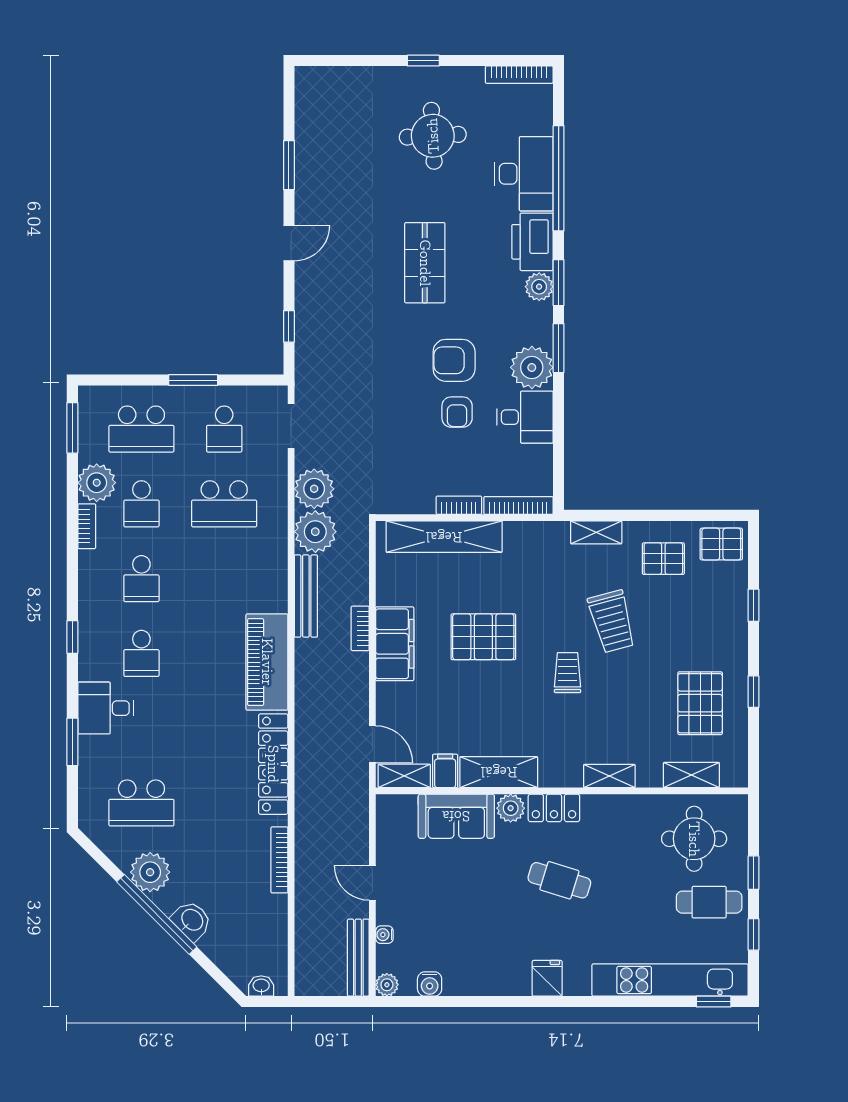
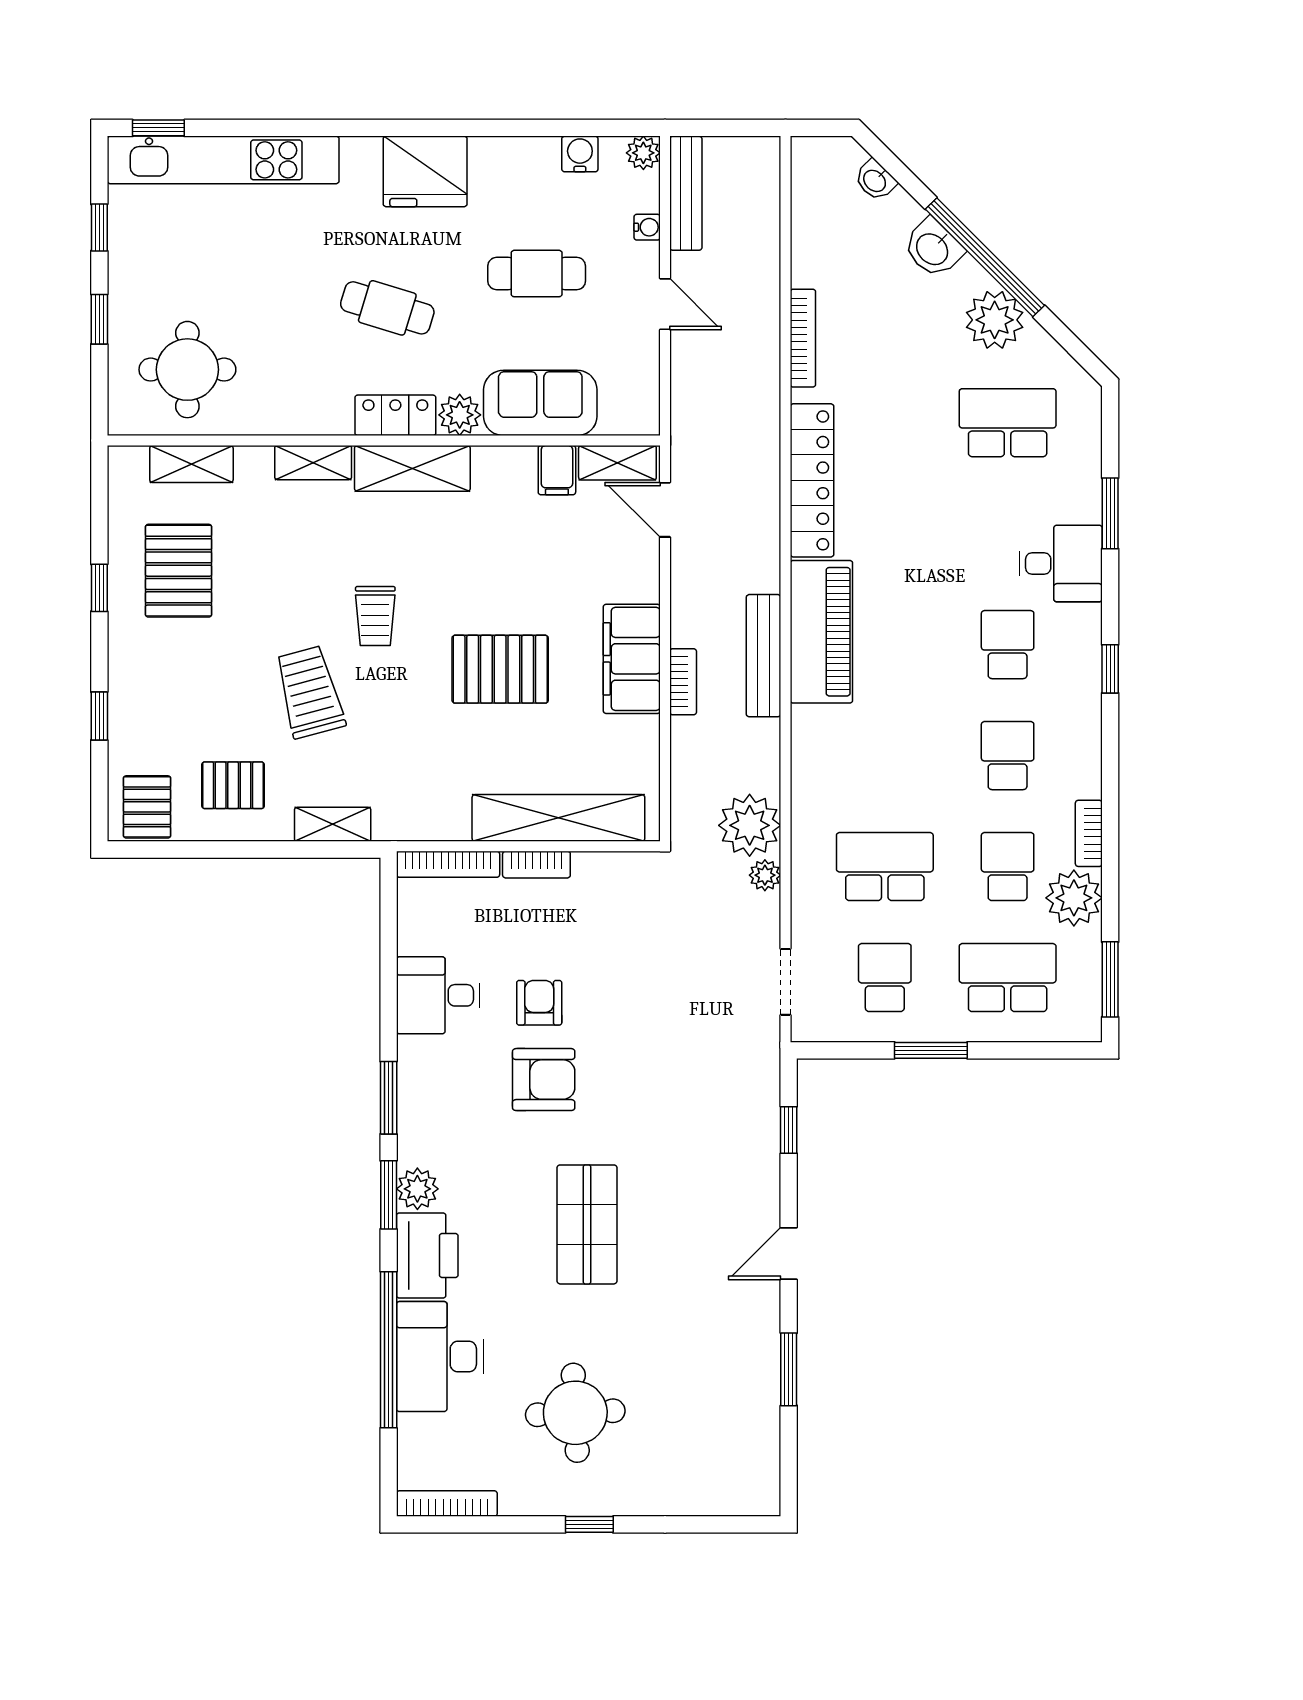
plant: (532, 367) -> (428, 1069), removed
plant: (314, 489) -> (765, 875), width x0.53, depth x0.53
pallet: (721, 544) -> (147, 807), turned 90
bench: (306, 596) -> (764, 656), moved
shelving: (499, 772) -> (412, 468), moved
cafe table: (709, 902) -> (537, 274), moved
fridge: (547, 978) -> (425, 171), width x1.88, depth x1.34
washbasin: (261, 986) -> (875, 180), moved, turned 45

